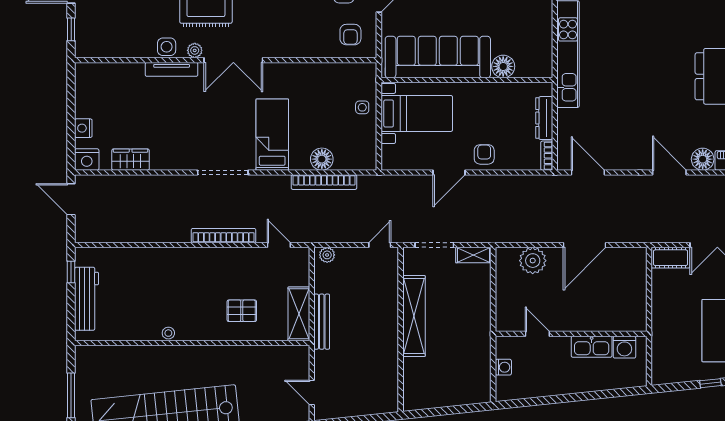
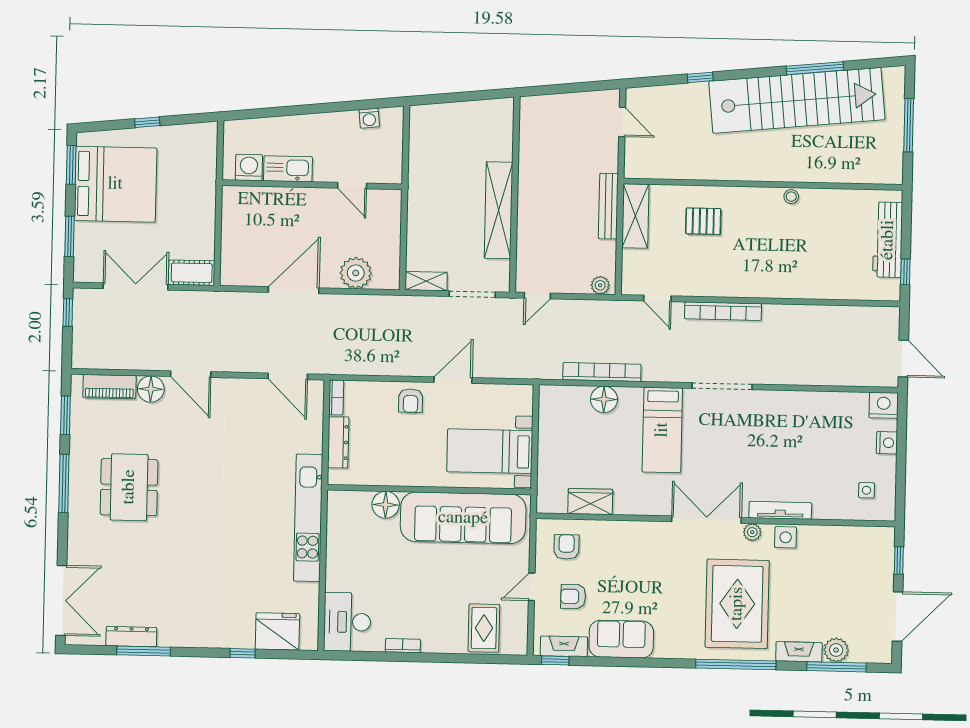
side table: (362, 107) -> (867, 490), moved
wardrobe: (131, 160) -> (590, 502), moved, turned 180
washing machine: (503, 367) -> (369, 118), moved, turned -96

